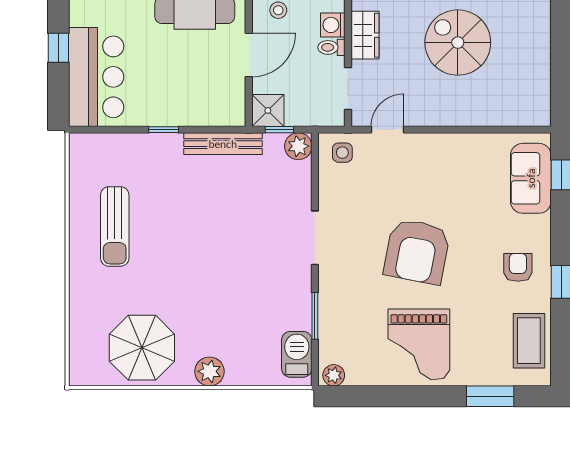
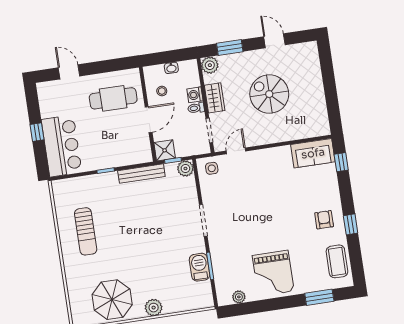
sofa: (531, 178) -> (313, 153), moved, turned -90
armchair: (417, 252) -> (264, 219), removed
barbecue: (297, 354) -> (200, 267), moved
plant: (334, 375) -> (239, 297), moved

